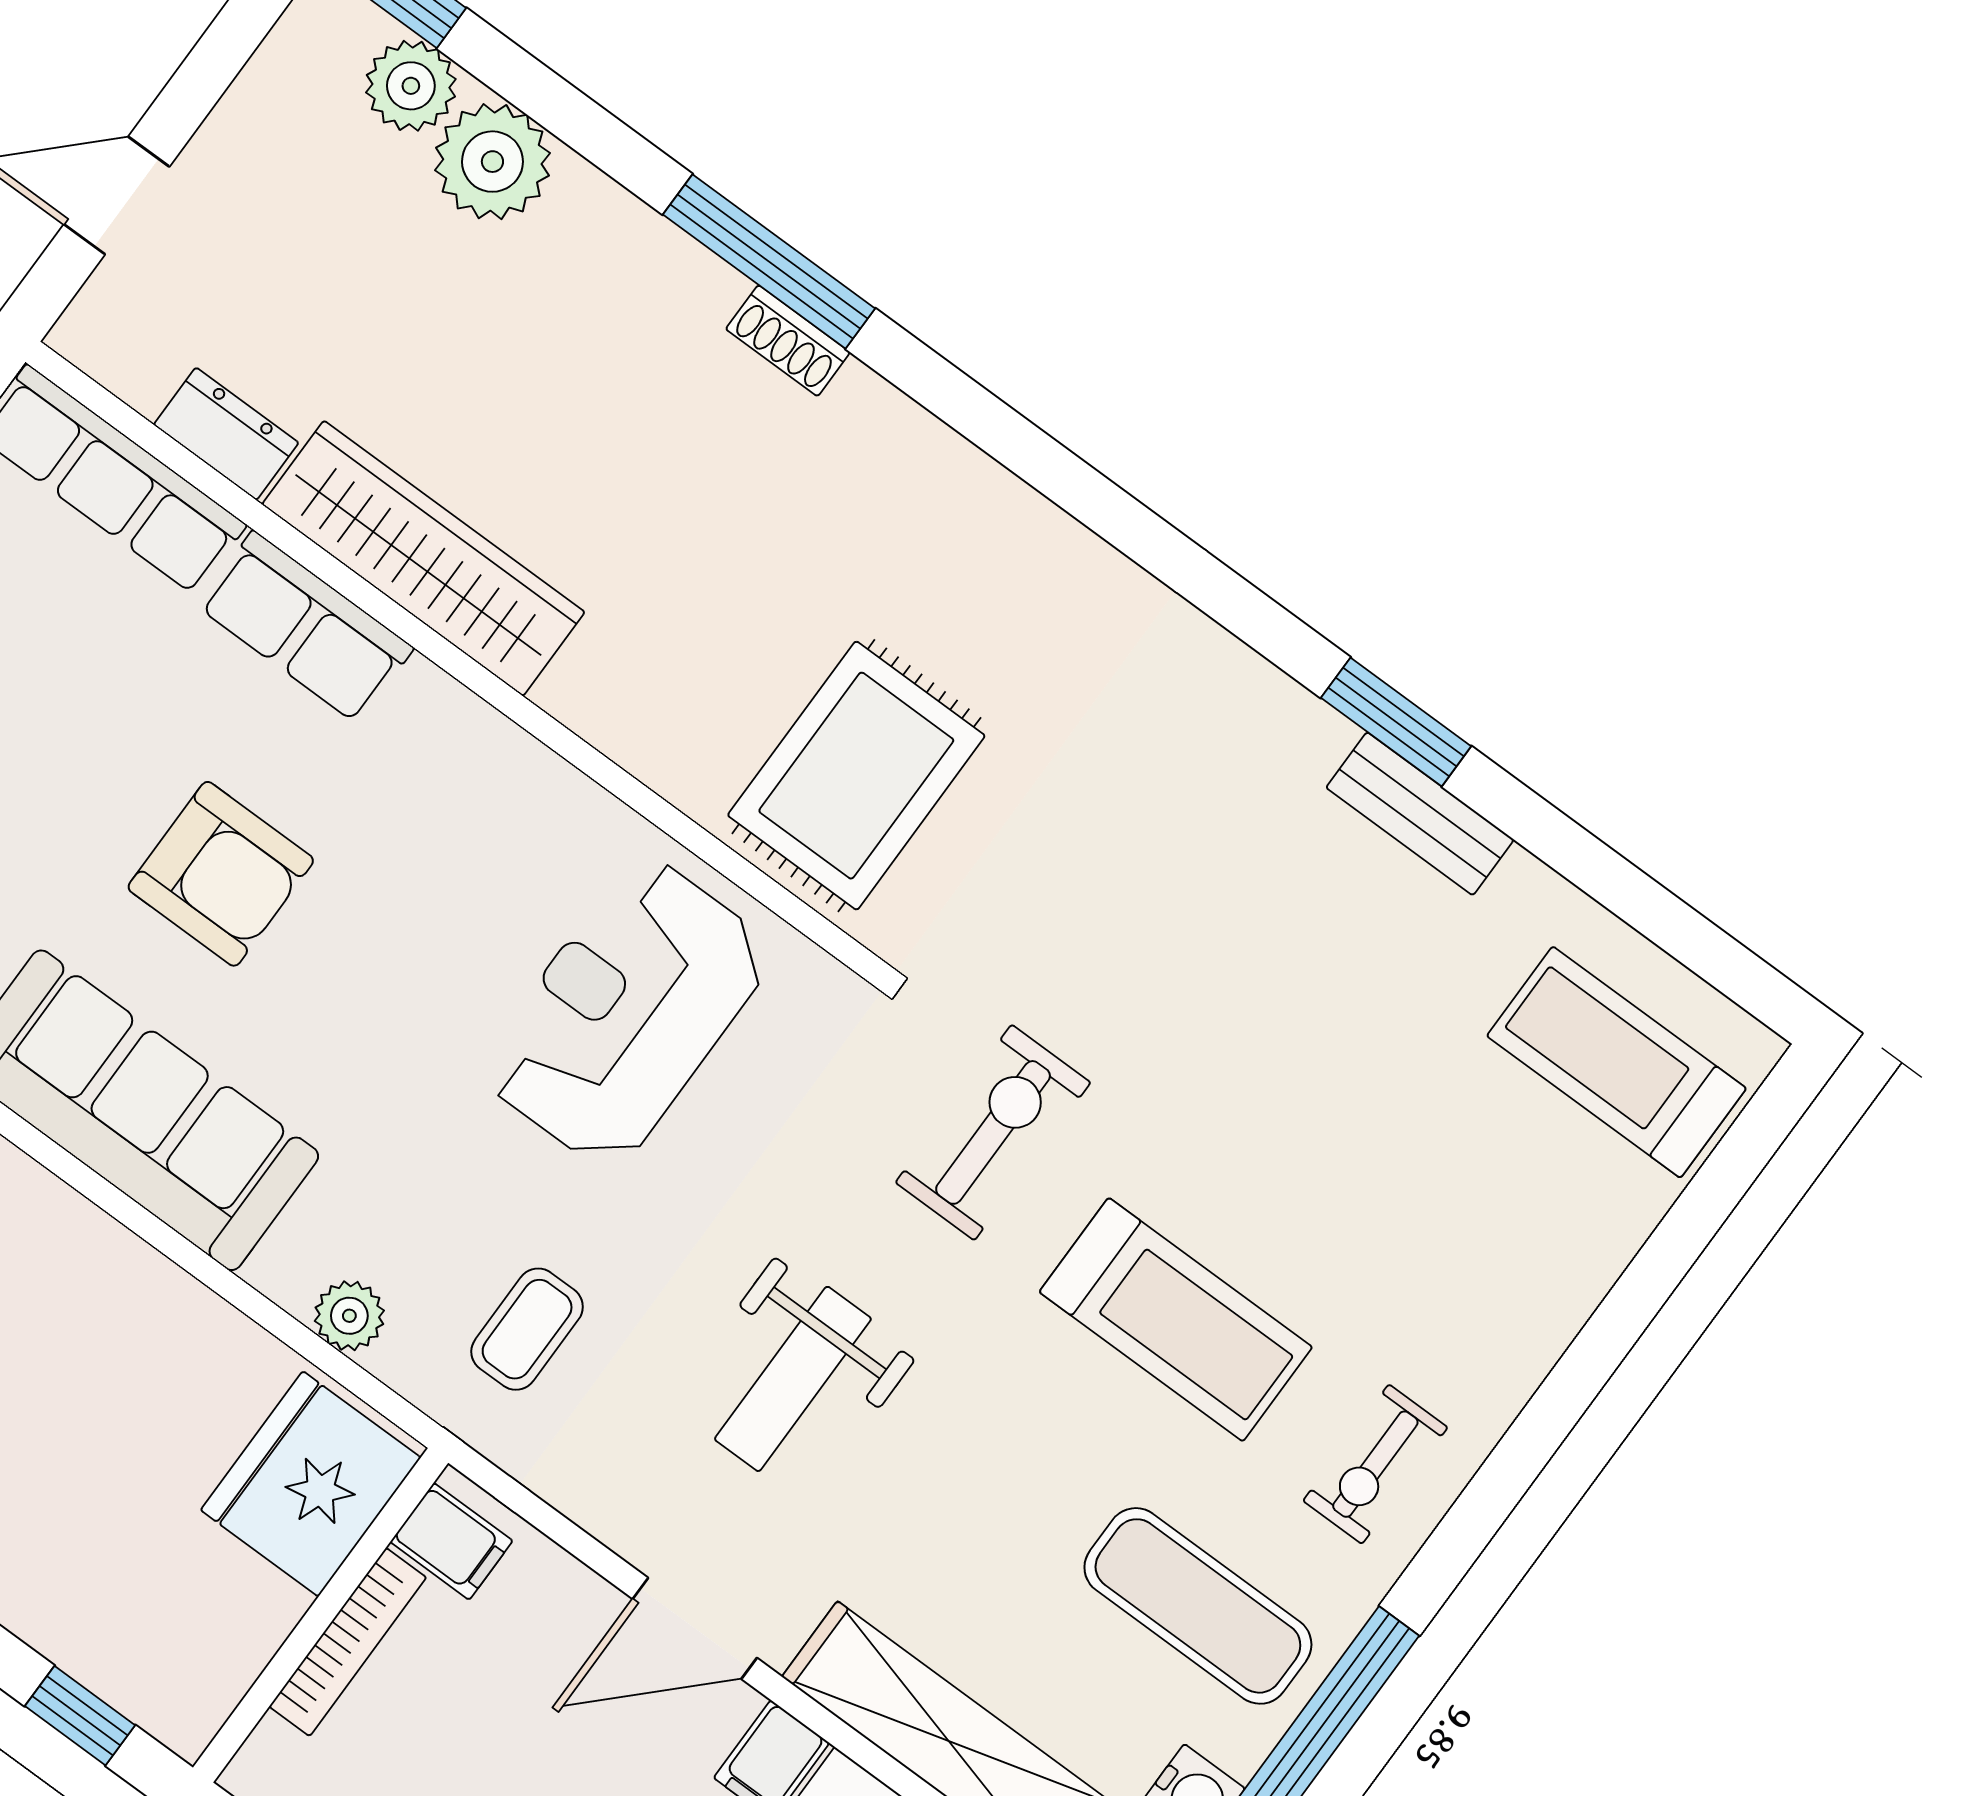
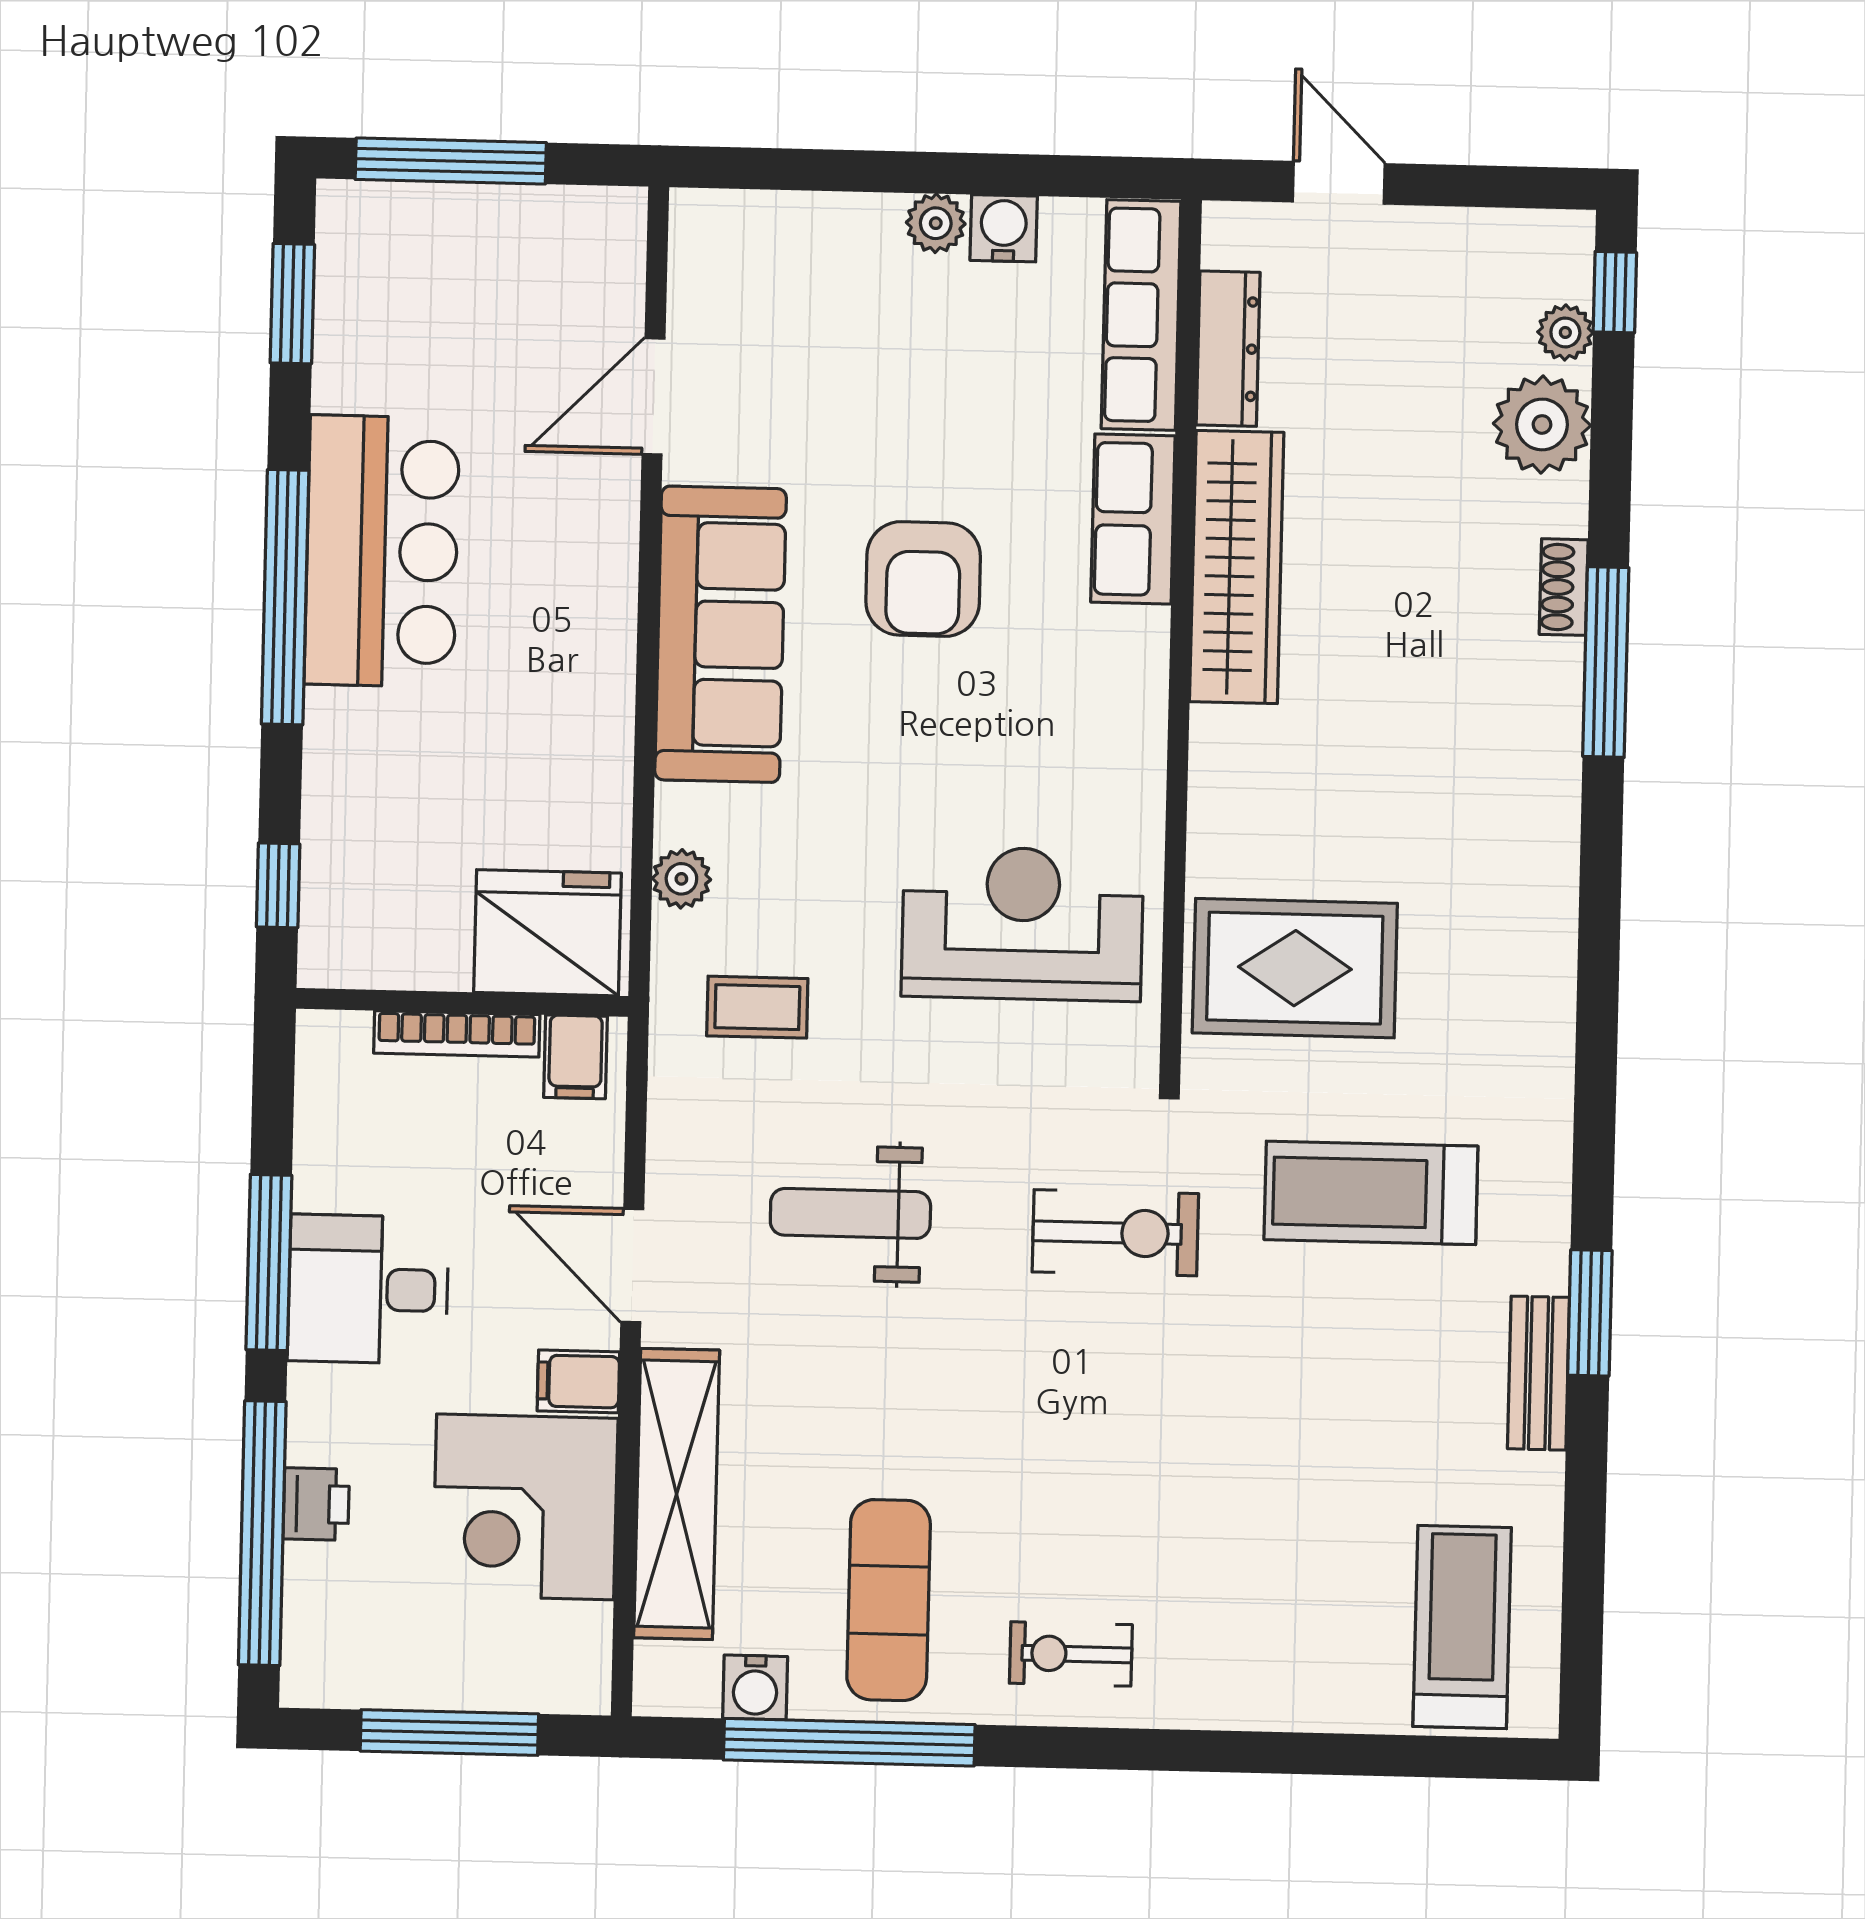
plant: (411, 86) -> (1565, 332), width x0.73, depth x0.73
shoe rack: (788, 341) -> (1564, 587), moved
dresser: (226, 434) -> (1228, 349), width x1.44
treadmill: (1176, 1320) -> (1371, 1193), moved, turned 90

